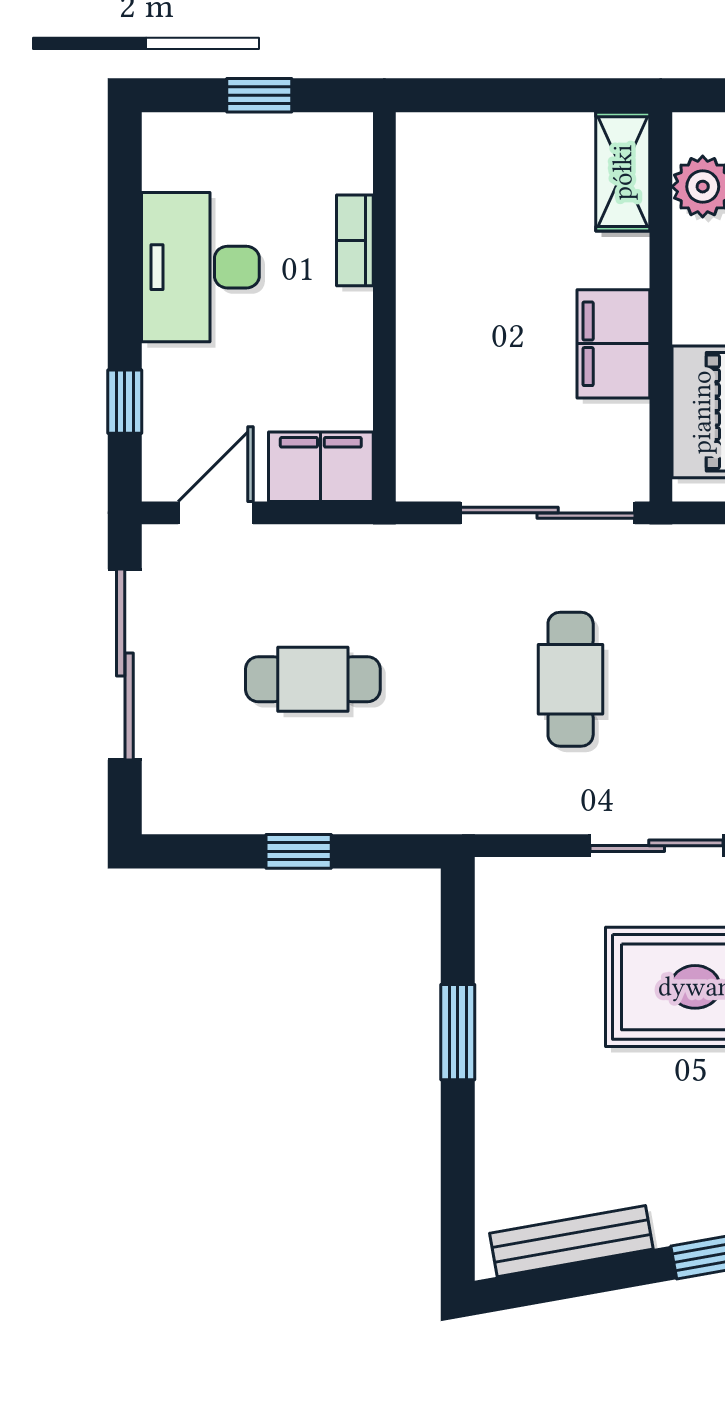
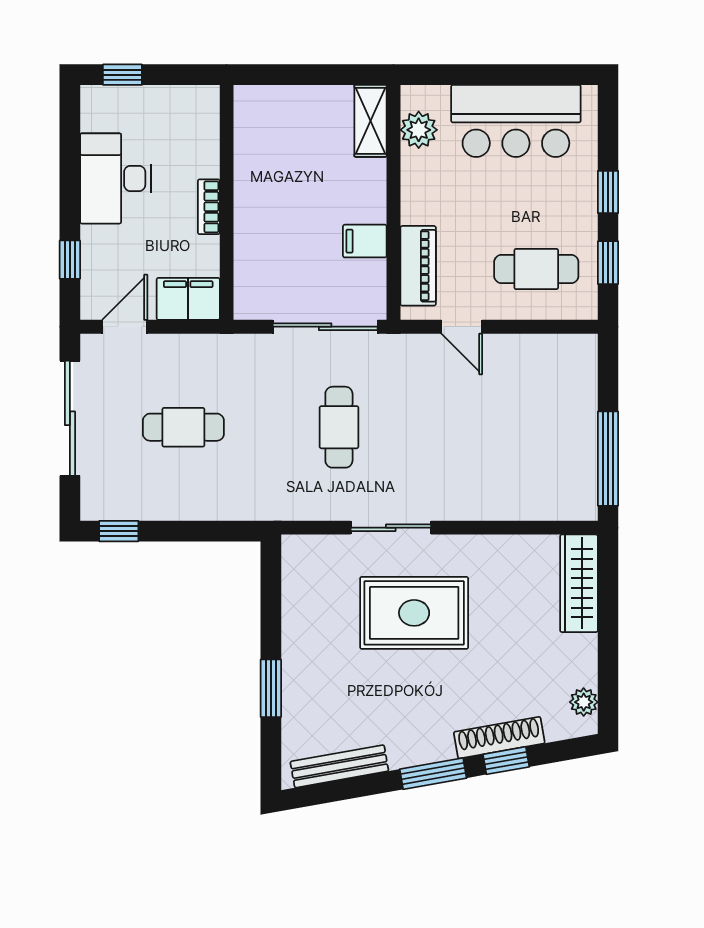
window: (259, 95) -> (122, 75), moved
bookcase: (355, 240) -> (209, 207), moved
filing cabinet: (613, 344) -> (365, 241), width x0.50
window: (299, 851) -> (119, 531), moved
window: (458, 1032) -> (271, 688), moved

